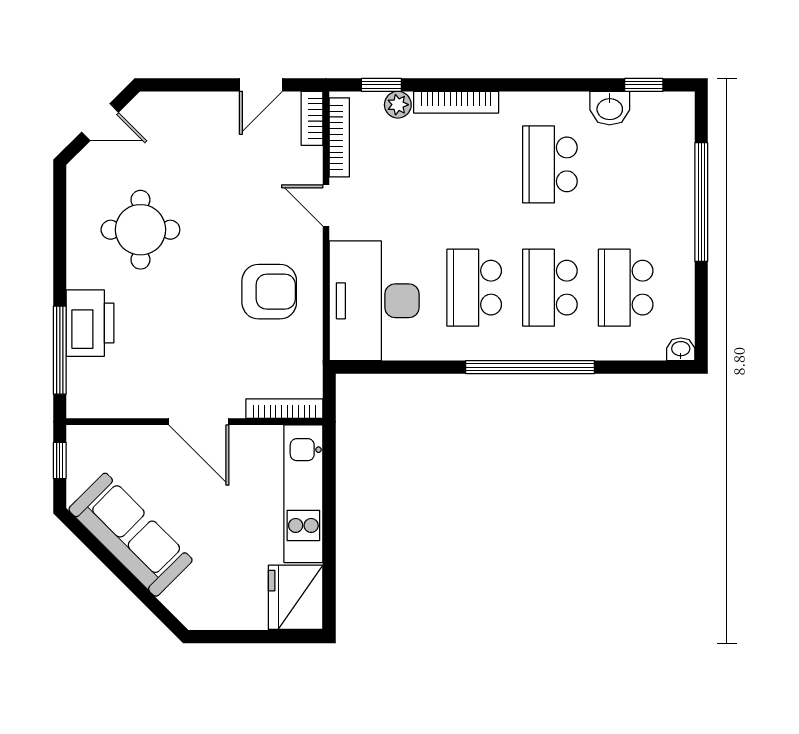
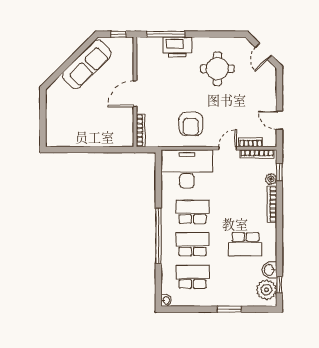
plant: (656, 115) -> (266, 290), added
bookcase: (312, 118) -> (251, 142), moved
school desk: (550, 164) -> (245, 244), turned 180
window: (701, 202) -> (229, 309), width x0.47
kitchen unit: (303, 494) -> (104, 139), removed
fridge: (296, 597) -> (60, 135), removed

